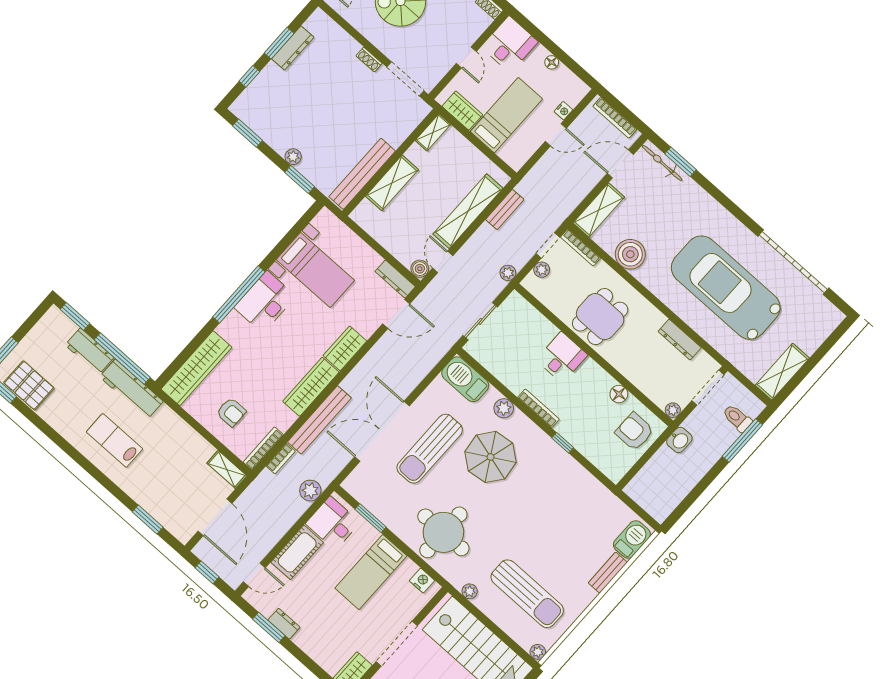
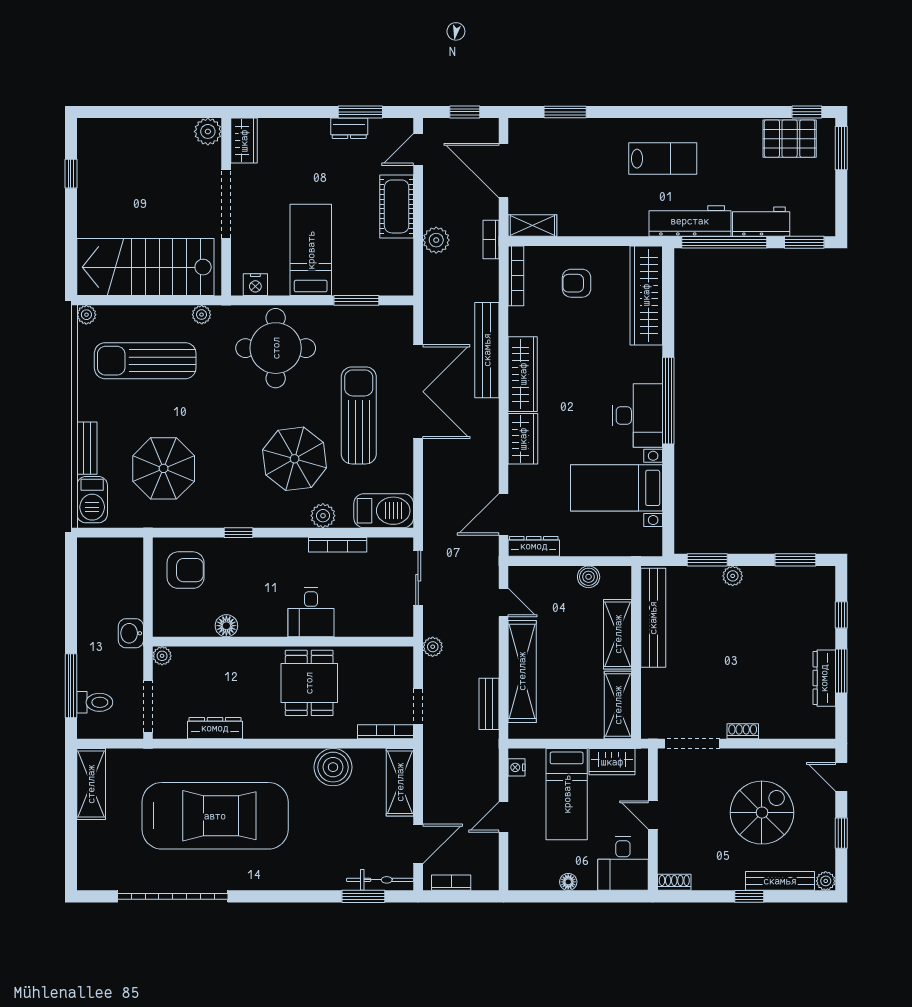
nightstand: (563, 111) -> (517, 767), moved
bookcase: (615, 118) -> (451, 883), width x0.64
shelving: (433, 132) -> (618, 705), width x1.50, depth x1.33
boiler: (420, 269) -> (589, 577), moved
plant: (542, 270) -> (404, 678), removed
bookcase: (538, 408) -> (338, 545), moved
armchair: (634, 432) -> (186, 570), moved
bookcase: (281, 459) -> (491, 239), moved
plant: (310, 491) -> (436, 240), moved
parasol: (573, 520) -> (164, 468), added
desk: (333, 523) -> (388, 264), removed

